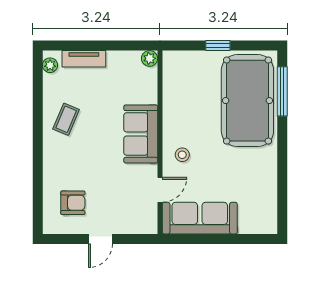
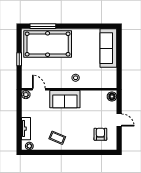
door: (160, 190) -> (39, 89), moved
sofa: (200, 218) -> (108, 48), moved
floor lamp: (146, 225) -> (112, 97), added

